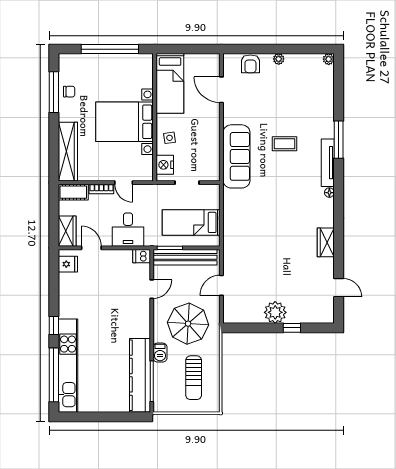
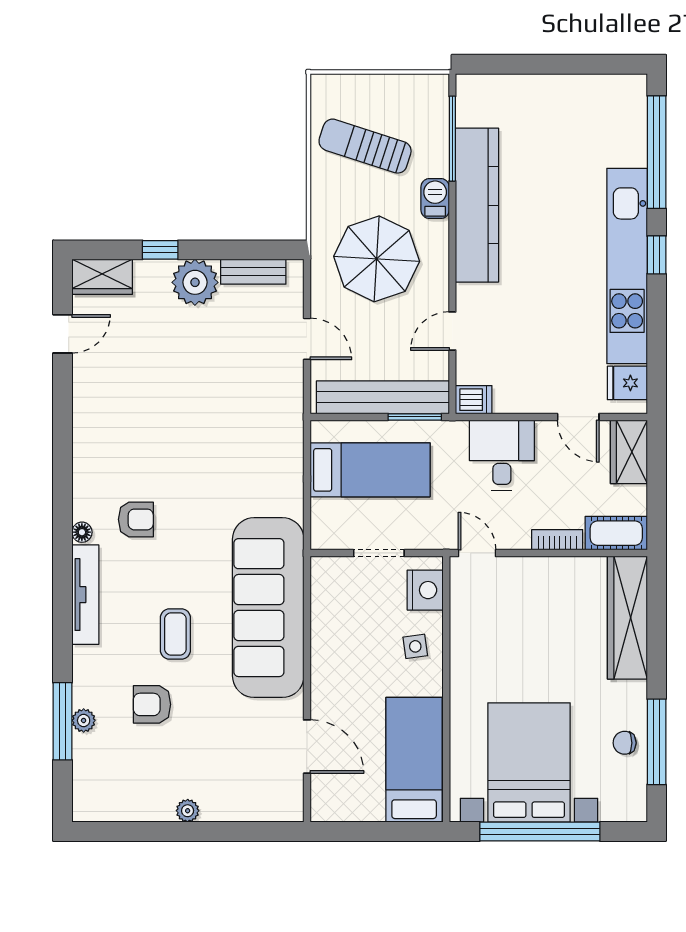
plant: (329, 59) -> (84, 720), moved
armchair: (250, 64) -> (152, 704), moved, turned -90
bed with nightstands: (125, 122) -> (529, 763), moved, turned -90
window: (339, 140) -> (63, 721), moved
coffee table: (285, 144) -> (175, 634), turned 90
sofa: (236, 156) -> (268, 608), width x1.36, depth x1.27
door: (124, 183) -> (477, 553), moved
armchair: (304, 199) -> (136, 519), added
wardrobe: (326, 242) -> (102, 277), moved, turned 90
door: (221, 285) -> (307, 339), hinge flipped
door: (339, 288) -> (63, 334), swing flipped
bench: (247, 317) -> (253, 272), added
kitchen unit: (68, 366) -> (627, 266), moved
kitchen counter: (140, 375) -> (477, 205), moved
sun lounger: (194, 378) -> (365, 146), turned -72

